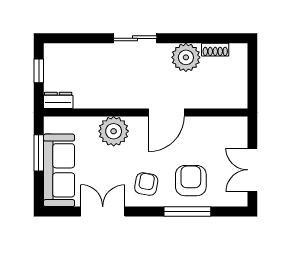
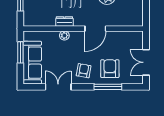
dresser: (58, 100) -> (64, 21), moved
plant: (114, 131) -> (64, 35), width x0.53, depth x0.53

